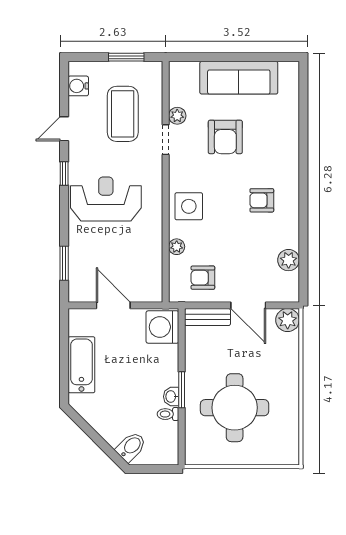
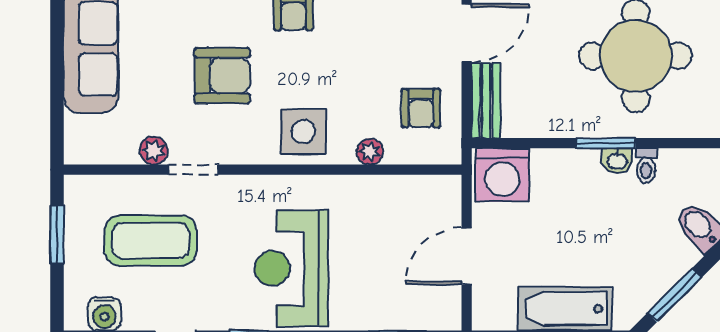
armchair: (225, 137) -> (222, 76), moved
window: (90, 431) -> (675, 295), added

